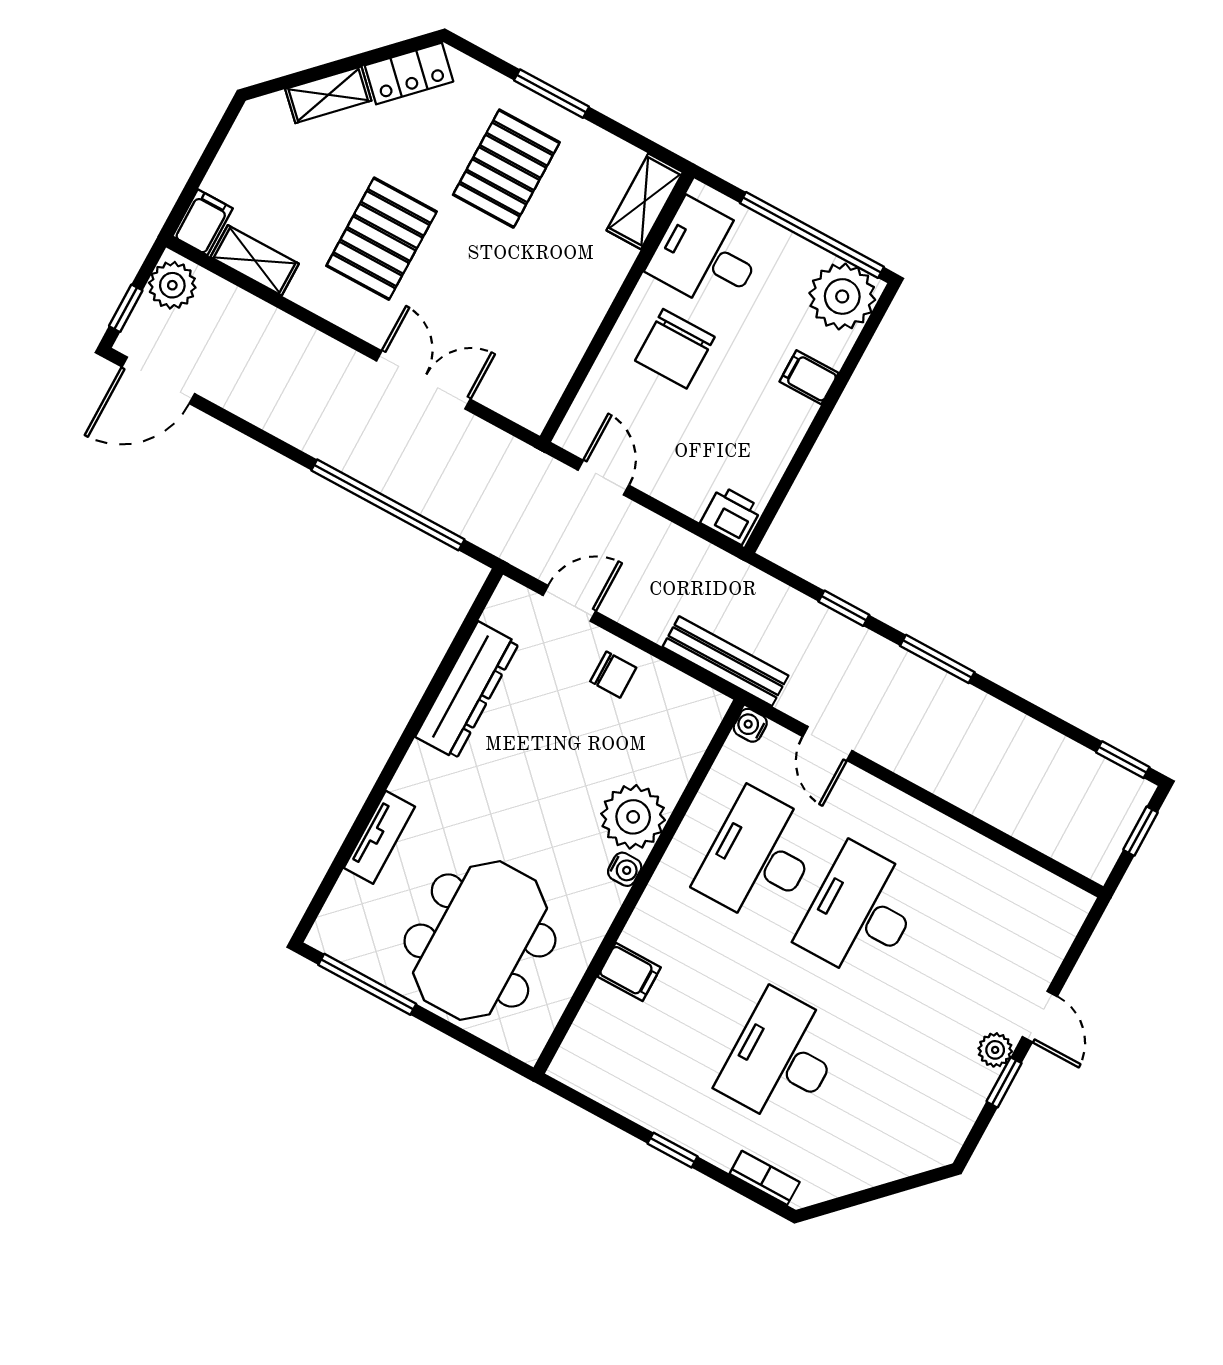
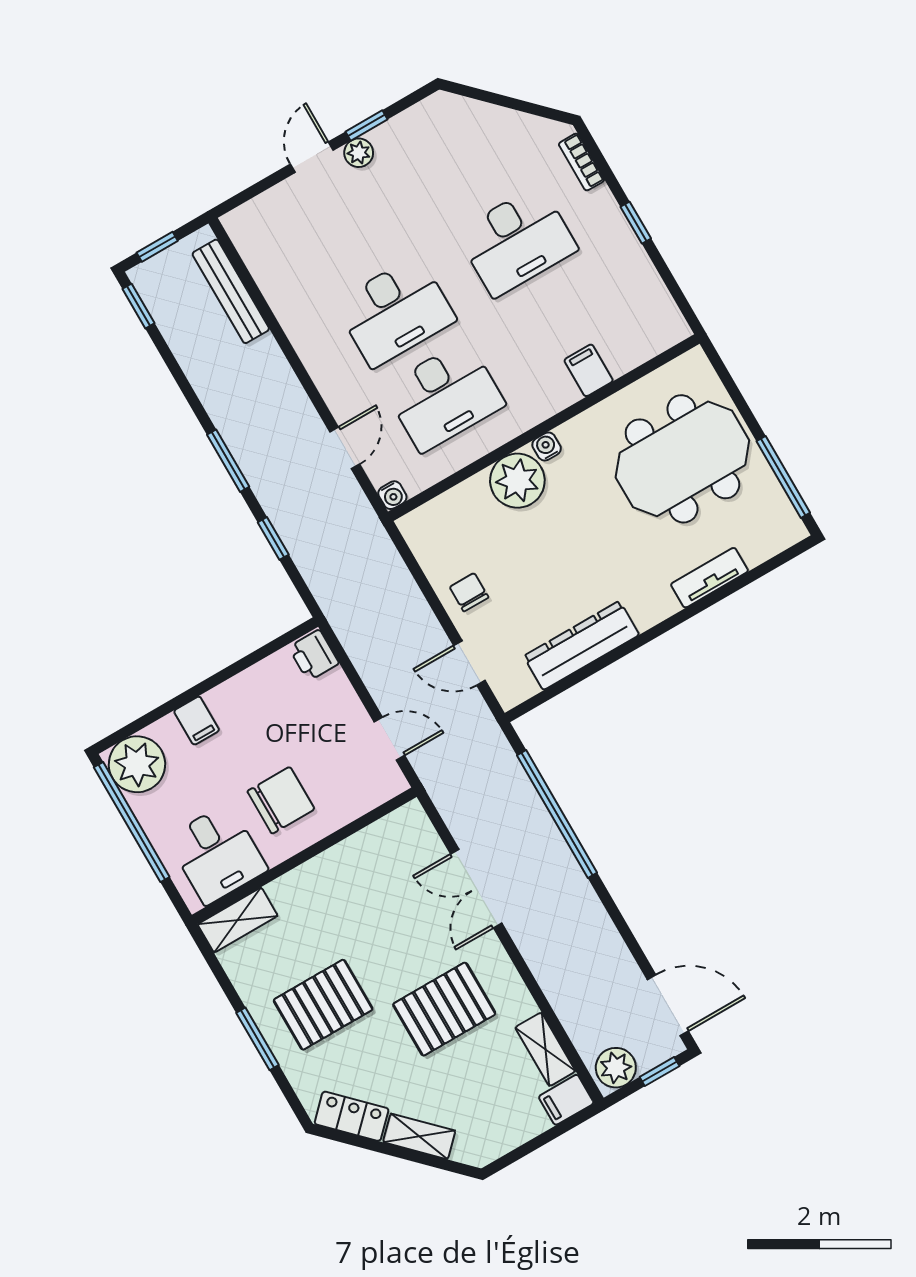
door: (603, 478) -> (389, 739), swing flipped
bench: (726, 661) -> (231, 291), moved

